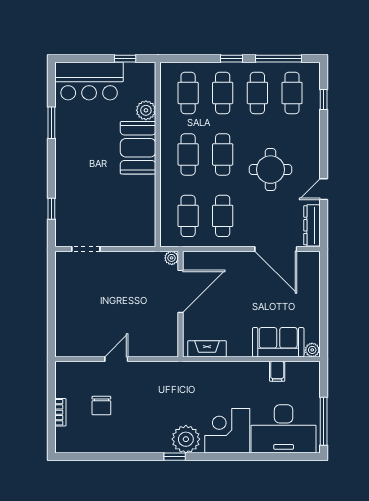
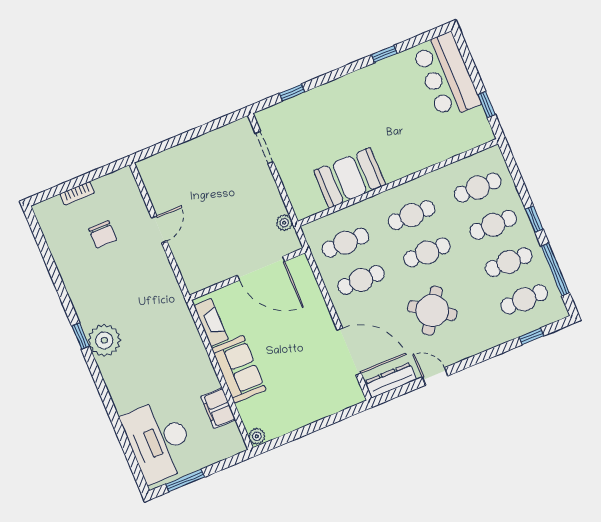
plant: (146, 110) -> (440, 150), removed
window: (51, 123) -> (384, 54), width x0.67
booth: (138, 148) -> (350, 178), moved
round table: (270, 170) -> (432, 311), turned 34
door: (276, 249) -> (349, 352), swing flipped
plant: (172, 258) -> (284, 223), moved
sofa: (278, 342) -> (239, 369), moved
door: (116, 359) -> (159, 230), hinge flipped
filing cabinet: (277, 371) -> (218, 408), width x2.00
chair: (101, 406) -> (103, 234), turned -90
window: (324, 421) -> (185, 480), width x0.69
corner desk: (227, 431) -> (132, 381), removed

